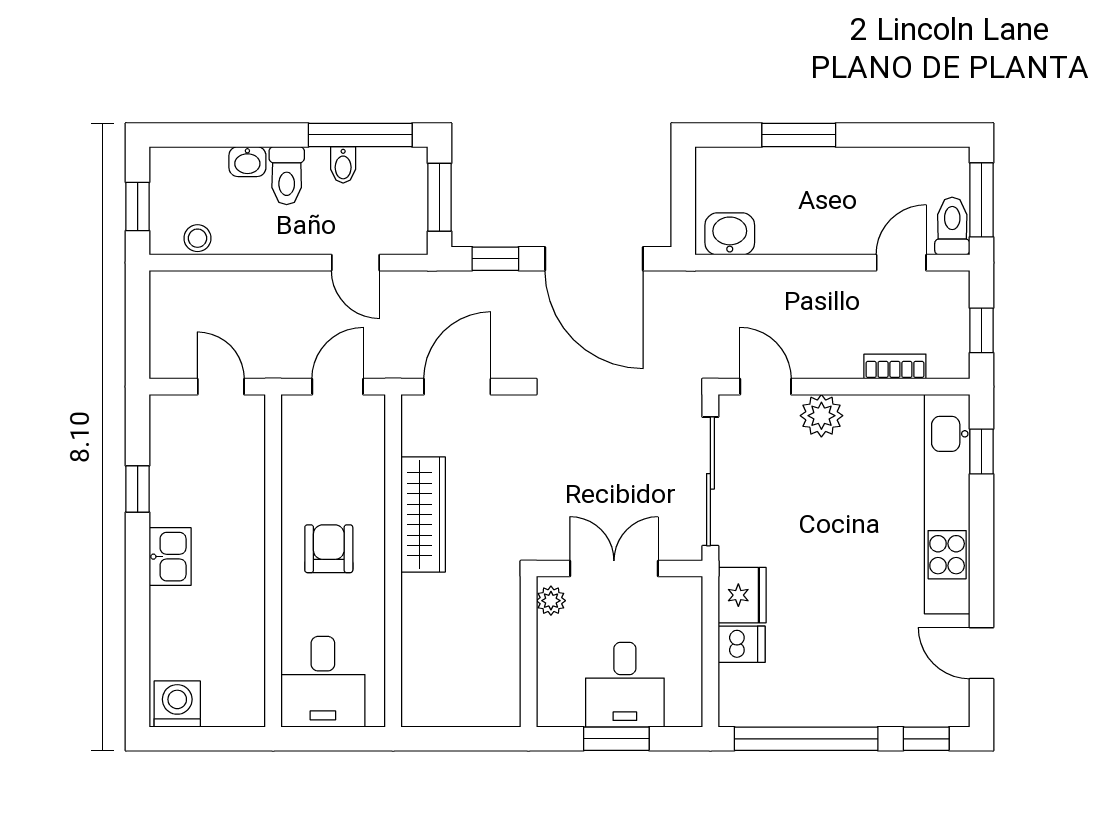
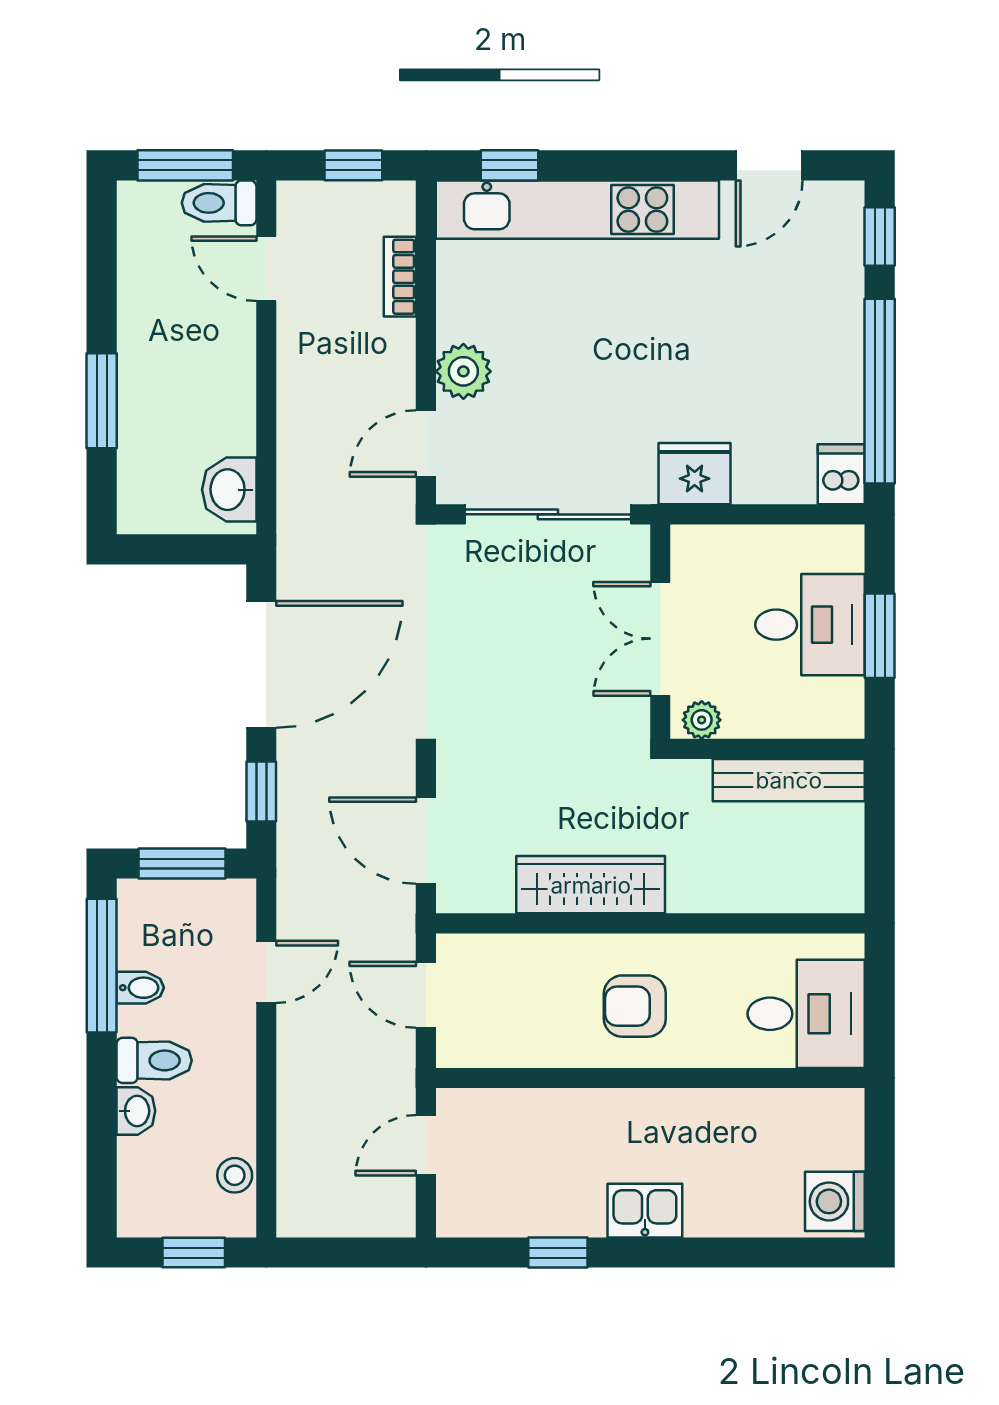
dishwasher: (742, 644) -> (841, 474), moved
bench: (504, 668) -> (789, 780), added

